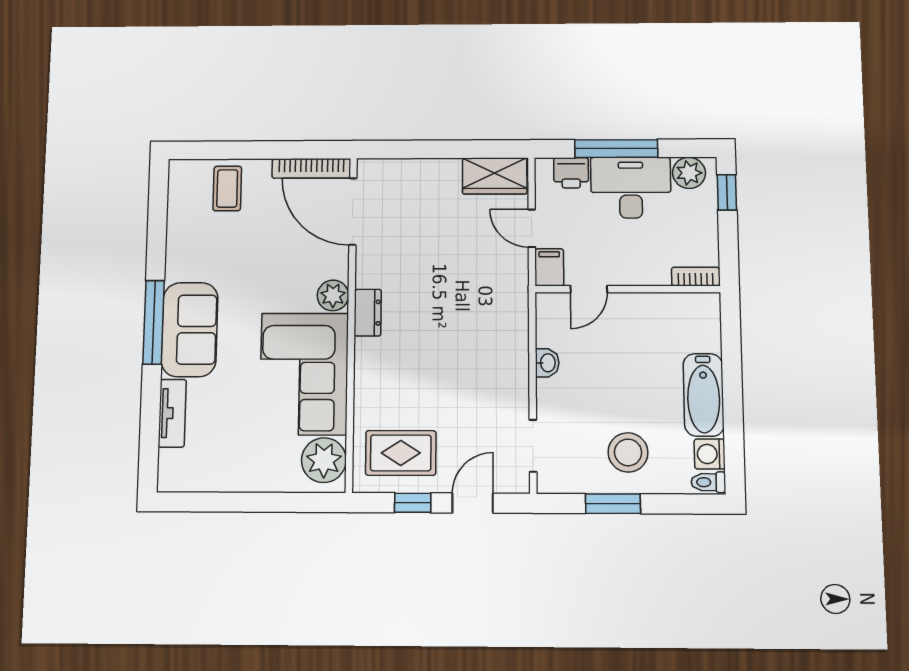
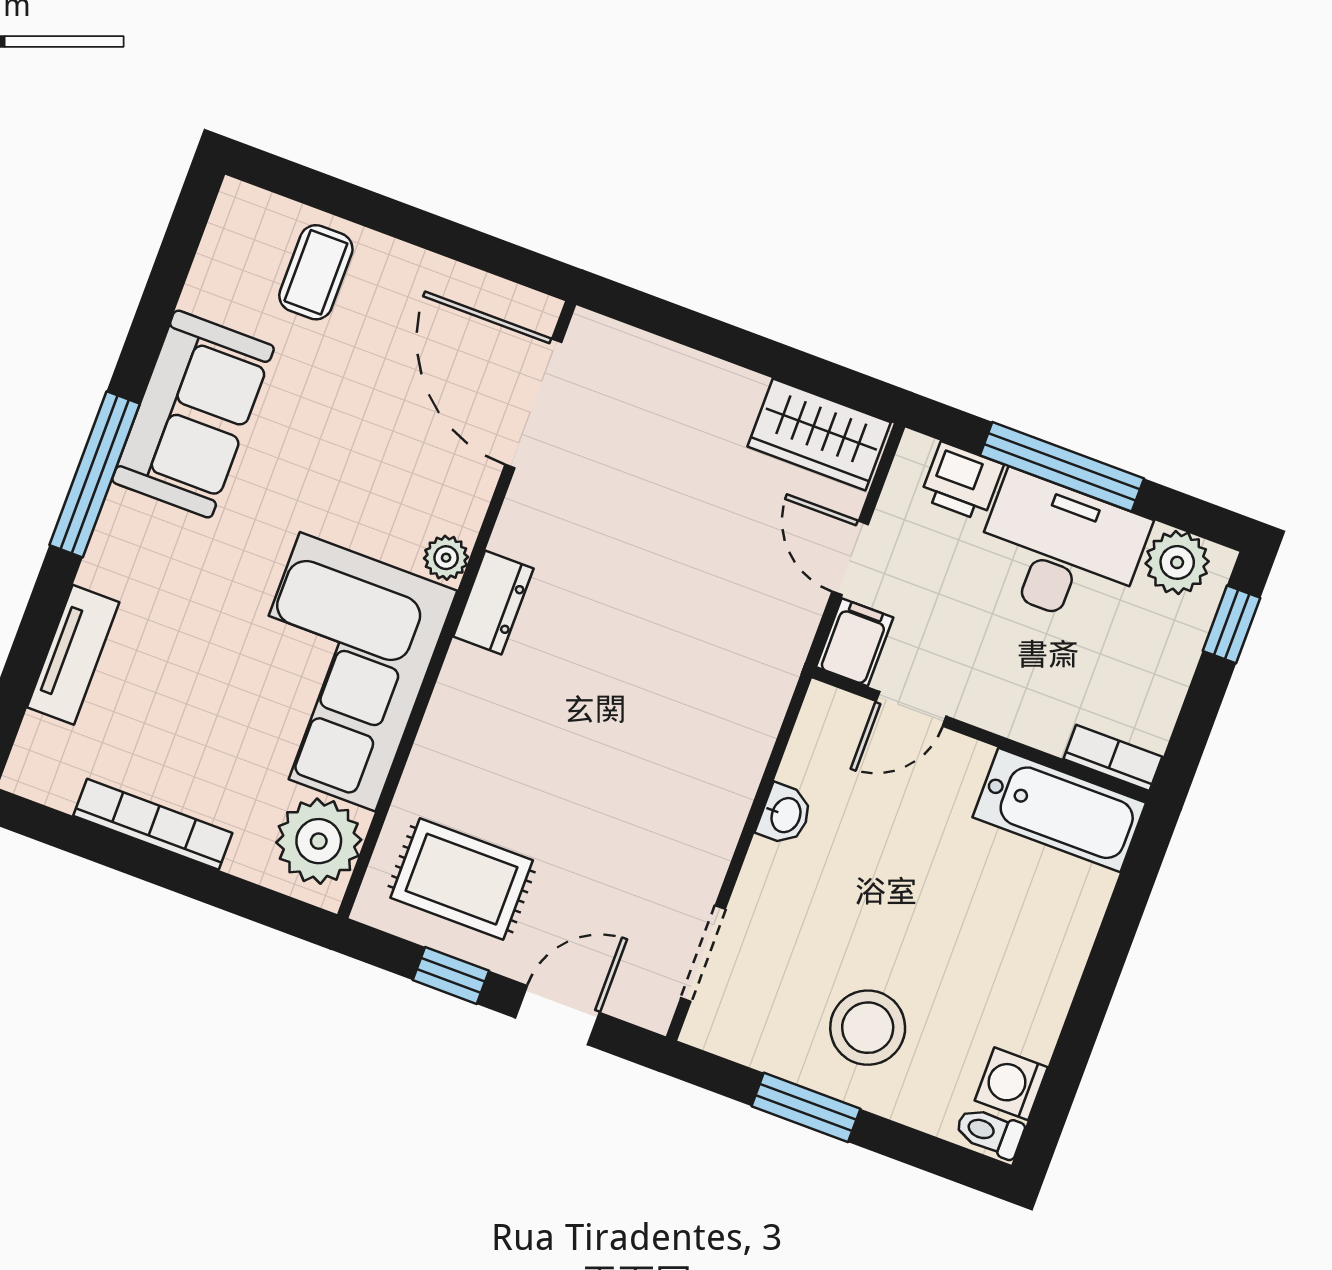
bookcase: (311, 168) -> (153, 824), moved, turned 180
plant: (333, 295) -> (446, 558), width x0.73, depth x0.73
sofa: (190, 330) -> (193, 414), moved
bathtub: (704, 395) -> (1059, 810), moved, turned -90

